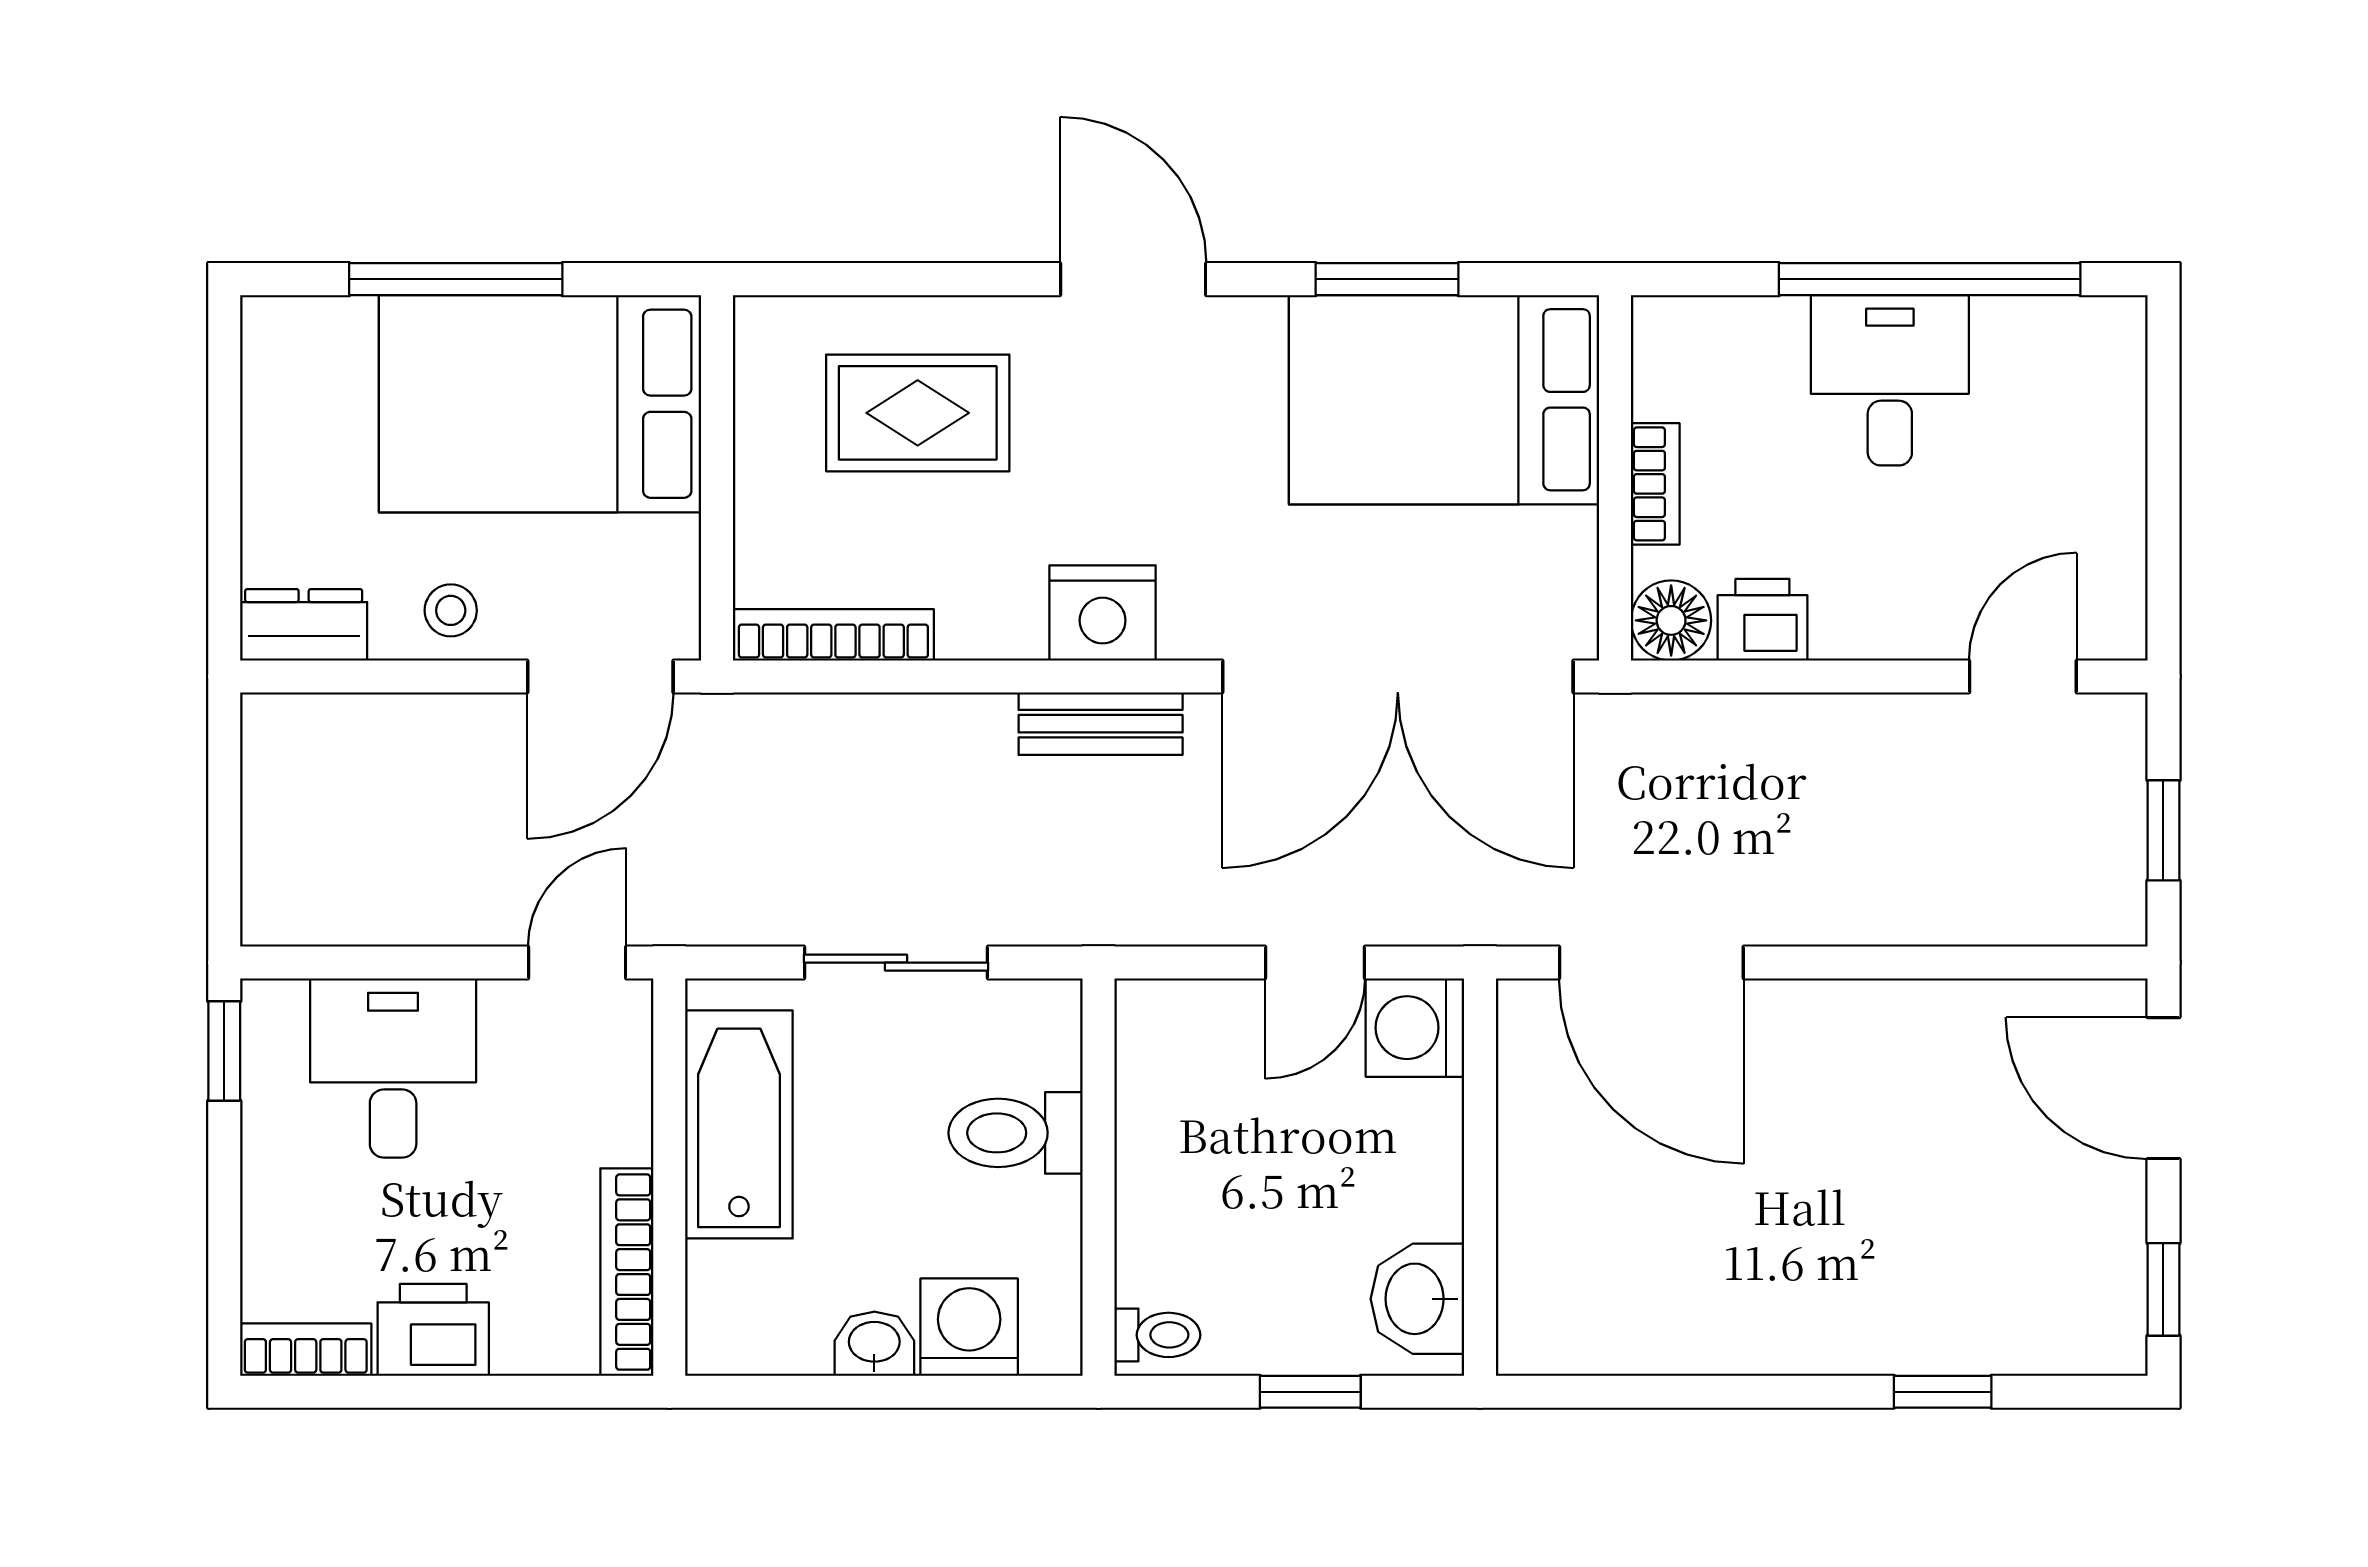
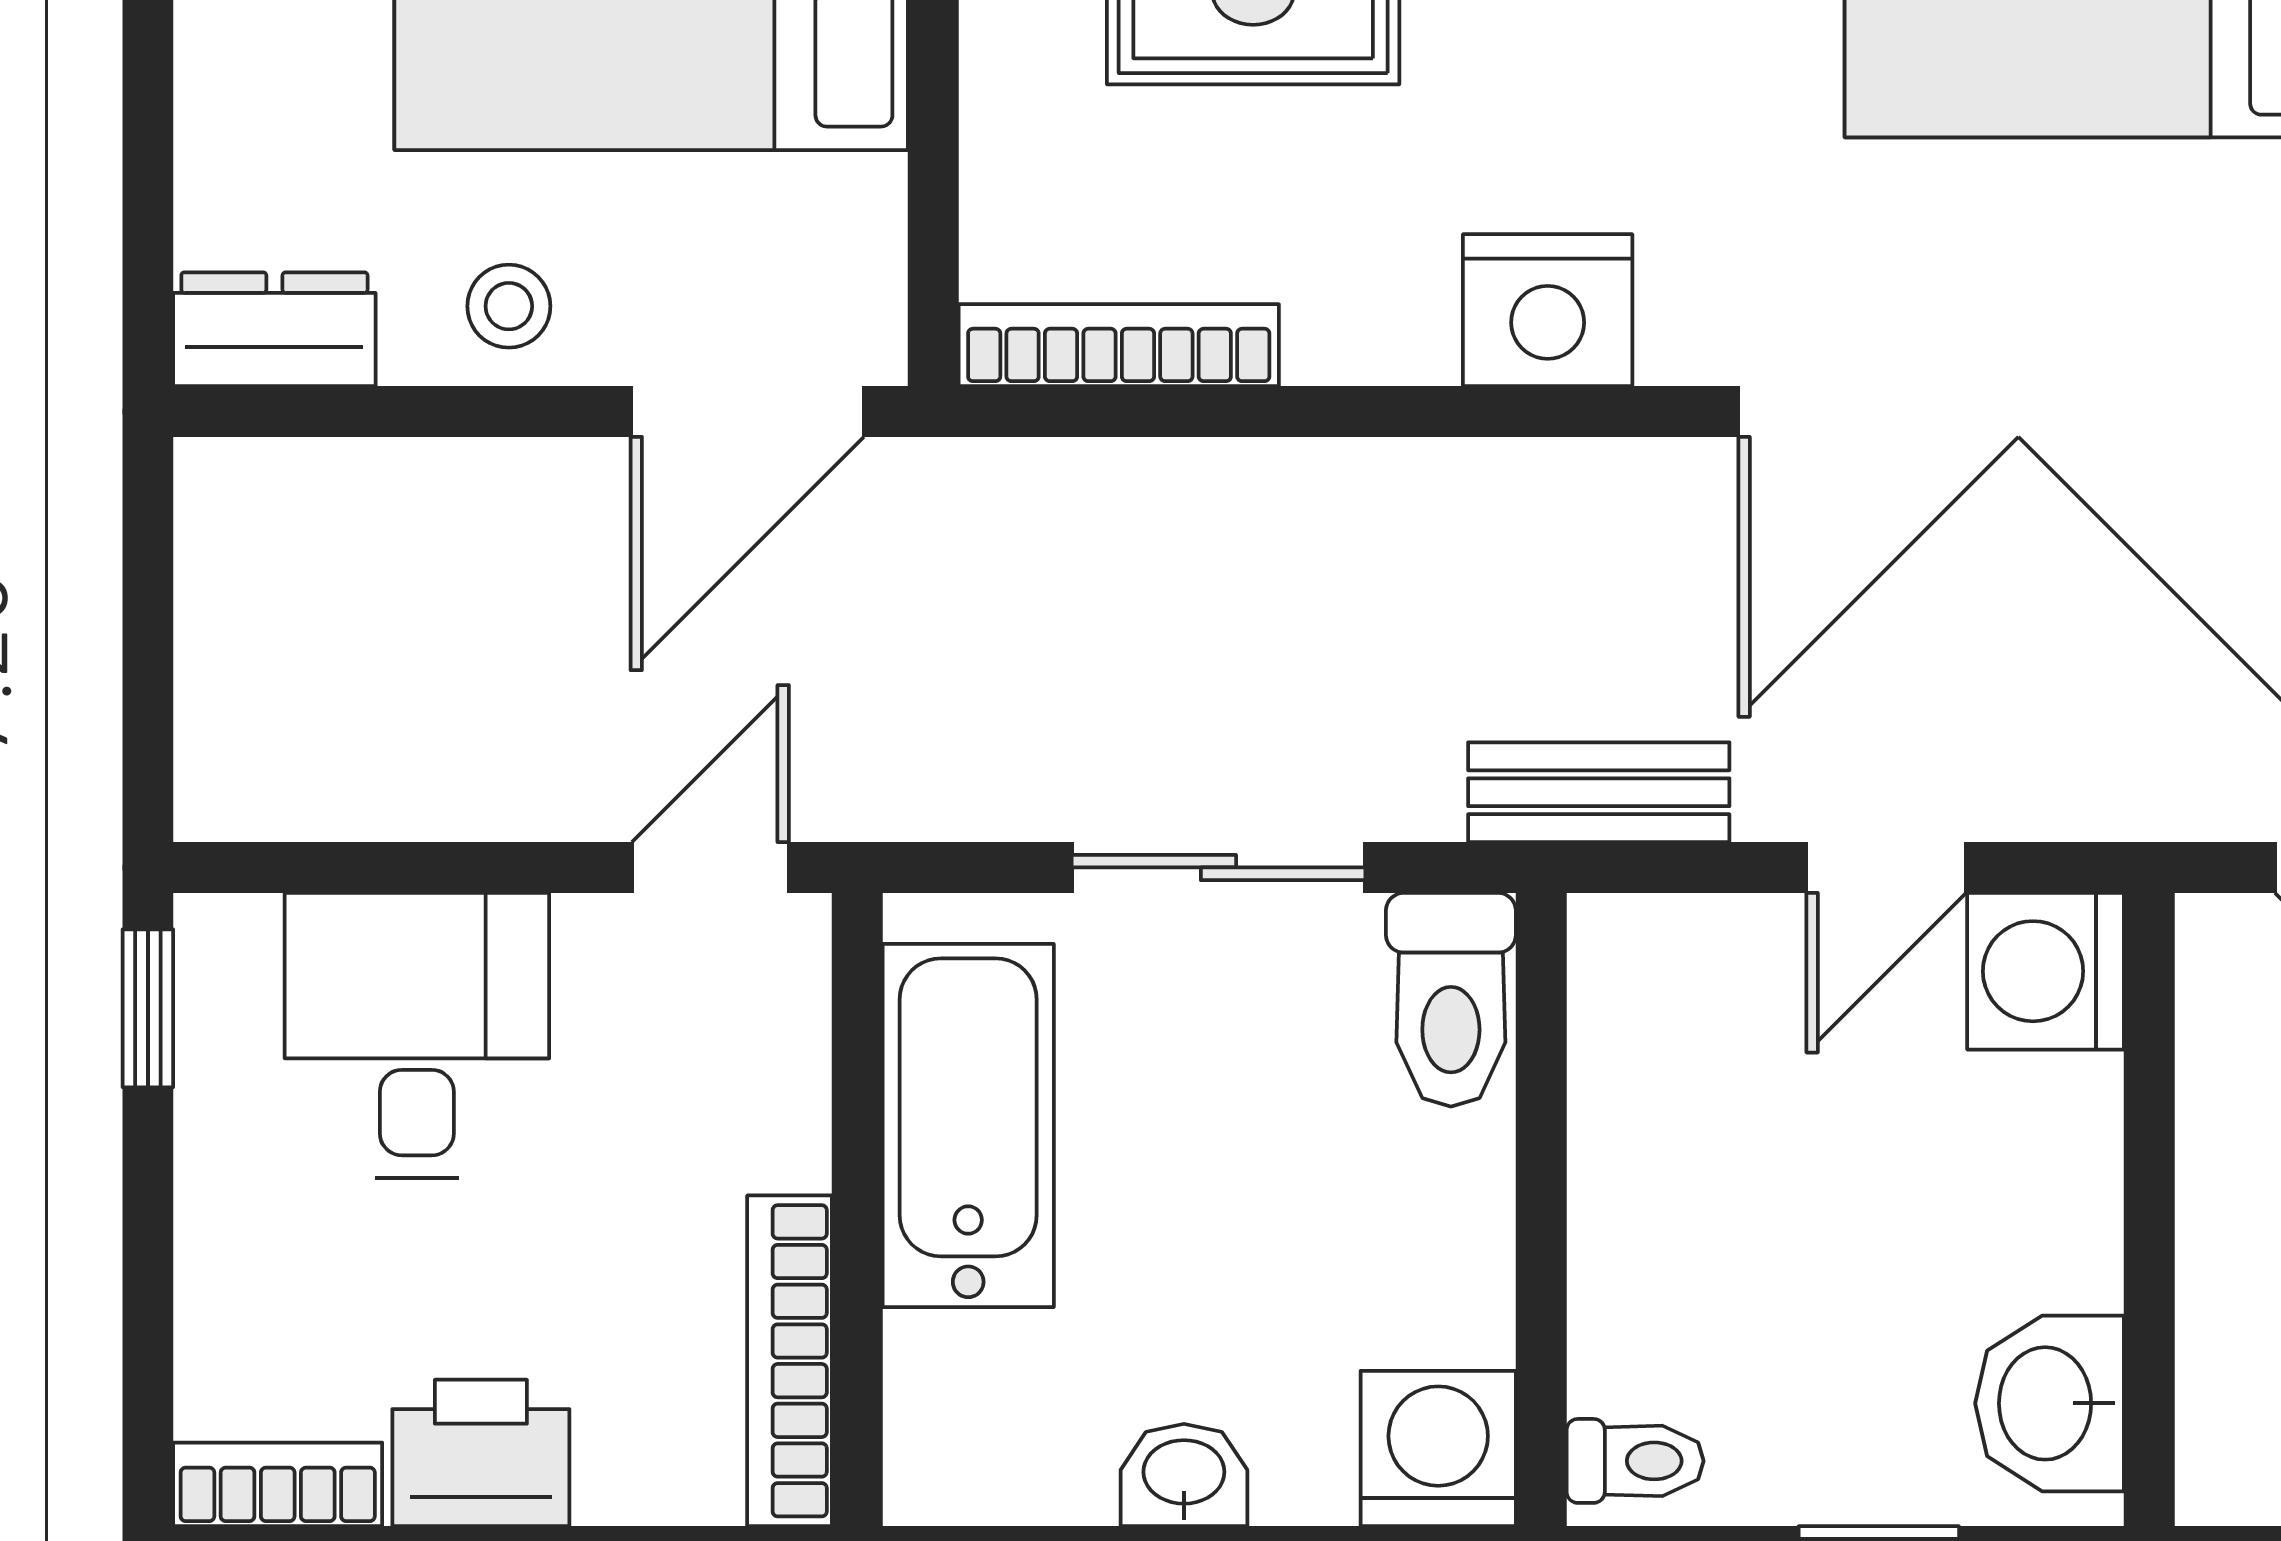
bench: (1101, 724) -> (1599, 792), moved
toilet: (1015, 1133) -> (1451, 1000), moved, turned -90
washing machine: (969, 1327) -> (1438, 1449), moved

